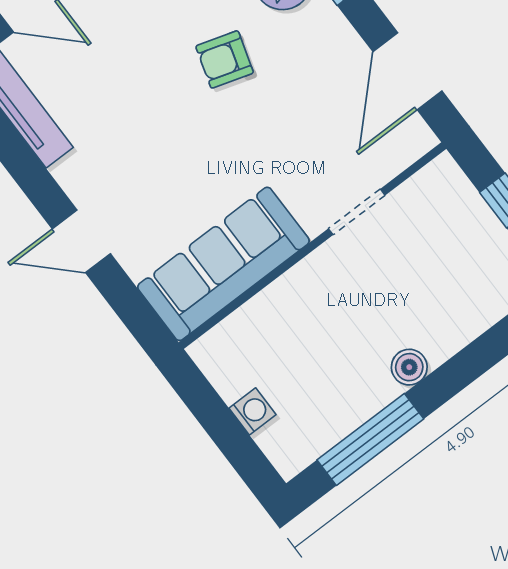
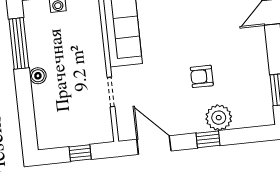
armchair: (225, 59) -> (202, 76), turned -107

